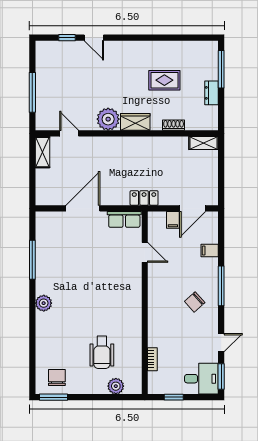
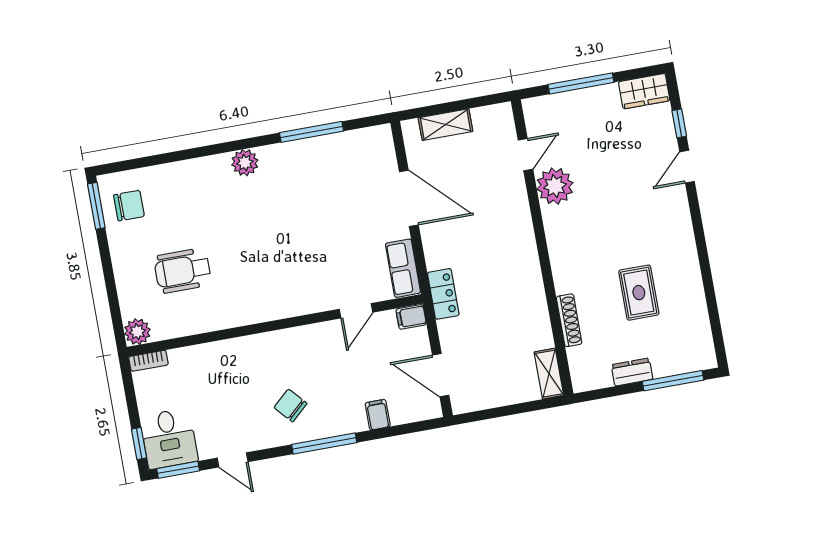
plant: (108, 119) -> (555, 186), moved
wardrobe: (135, 122) -> (644, 91), moved, turned 90
shoe rack: (174, 125) -> (569, 320), width x1.43
shelving: (42, 152) -> (446, 125), moved
filing cabinet: (173, 220) -> (411, 317), moved
bookcase: (152, 359) -> (148, 361), moved
plant: (116, 386) -> (137, 332), moved
window: (174, 397) -> (139, 443), moved

